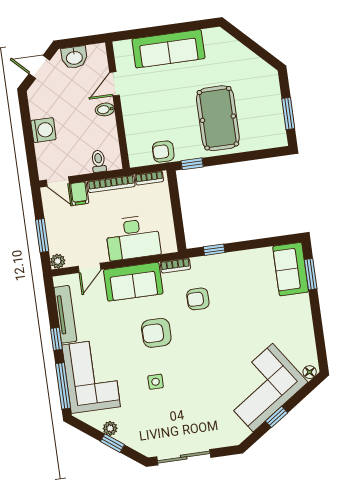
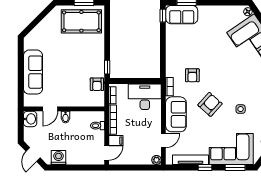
washbasin: (74, 57) -> (30, 119), moved
door: (115, 84) -> (50, 109), hinge flipped
pool table: (218, 118) -> (81, 21), moved
washing machine: (43, 130) -> (58, 157), moved
window: (42, 236) -> (139, 167), removed
desk: (133, 238) -> (145, 97), moved, turned -90
window: (214, 250) -> (163, 16), moved
door: (89, 268) -> (163, 141), hinge flipped
armchair: (156, 333) -> (210, 104), turned -138
window: (63, 386) -> (235, 167), width x0.69

